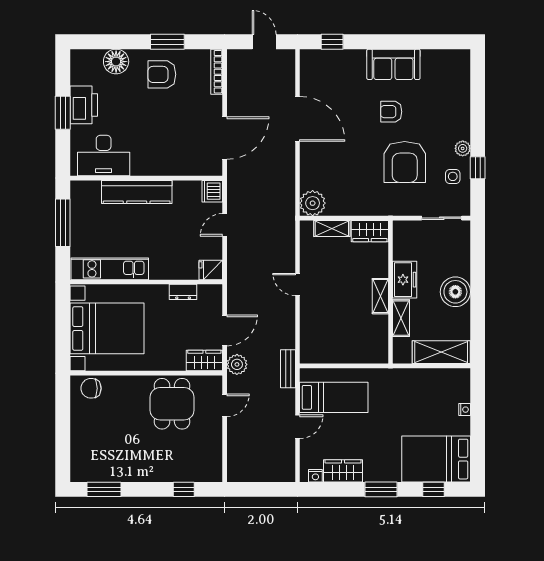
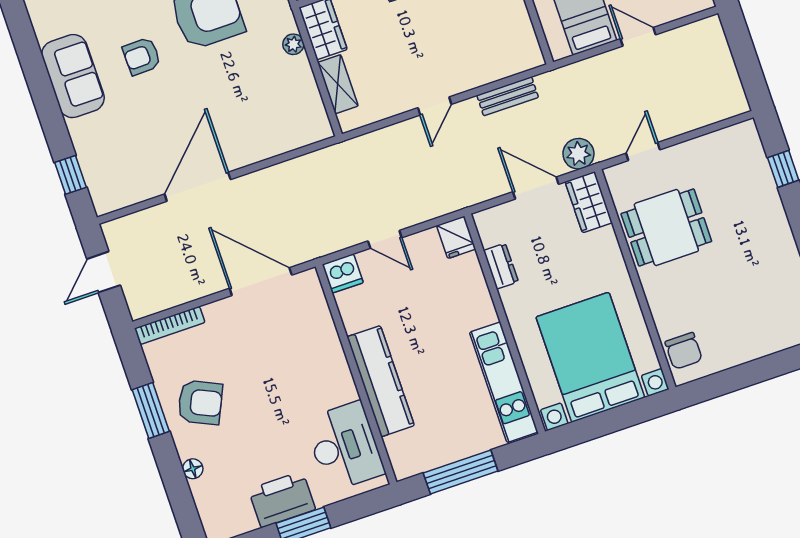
floor lamp: (116, 62) -> (193, 469), width x0.53, depth x0.53
armchair: (162, 74) -> (200, 402), turned -65
armchair: (391, 112) -> (142, 56), turned 89
plant: (313, 203) -> (293, 44), moved, width x0.53, depth x0.53
bench: (288, 369) -> (508, 96), moved
door: (225, 405) -> (643, 151), hinge flipped

